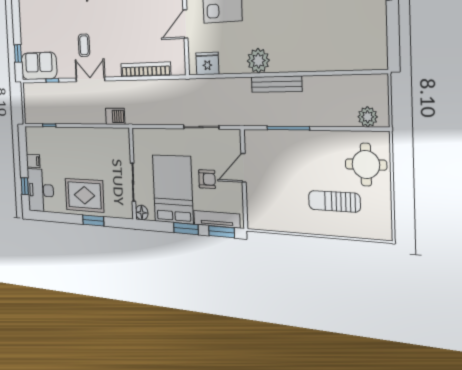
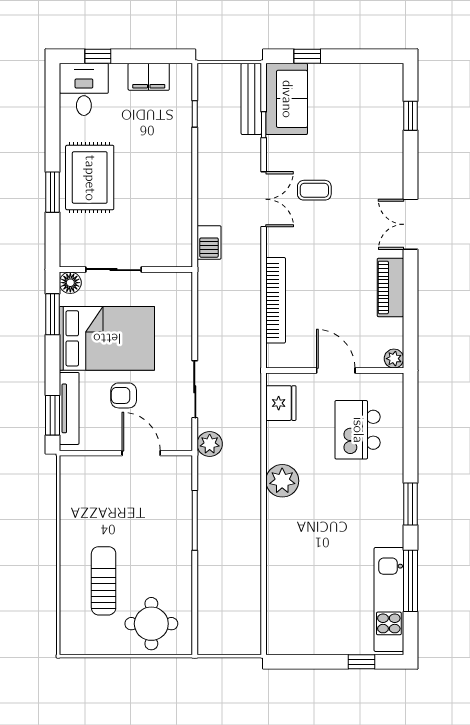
bench: (276, 84) -> (251, 99), moved
plant: (368, 117) -> (210, 444), moved
filing cabinet: (33, 161) -> (149, 77), width x2.00
armchair: (207, 179) -> (124, 395), turned 90
desk: (41, 190) -> (84, 89), width x0.73
window: (186, 229) -> (53, 314), moved

